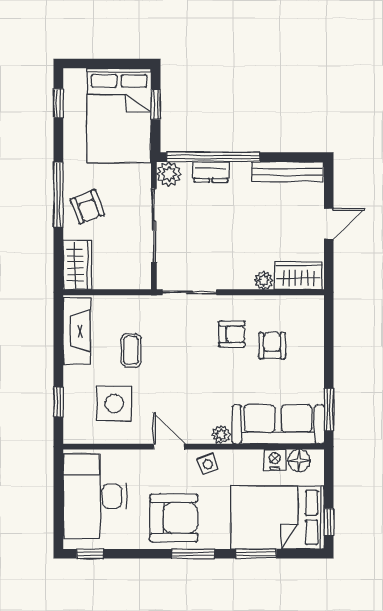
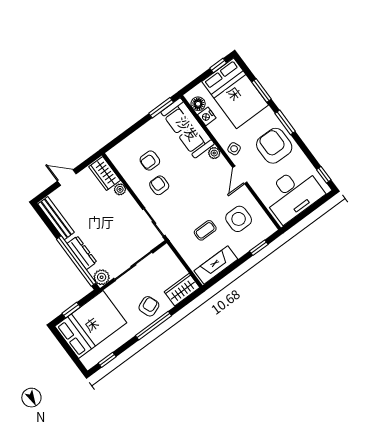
dresser: (211, 172) -> (82, 253), width x1.44

